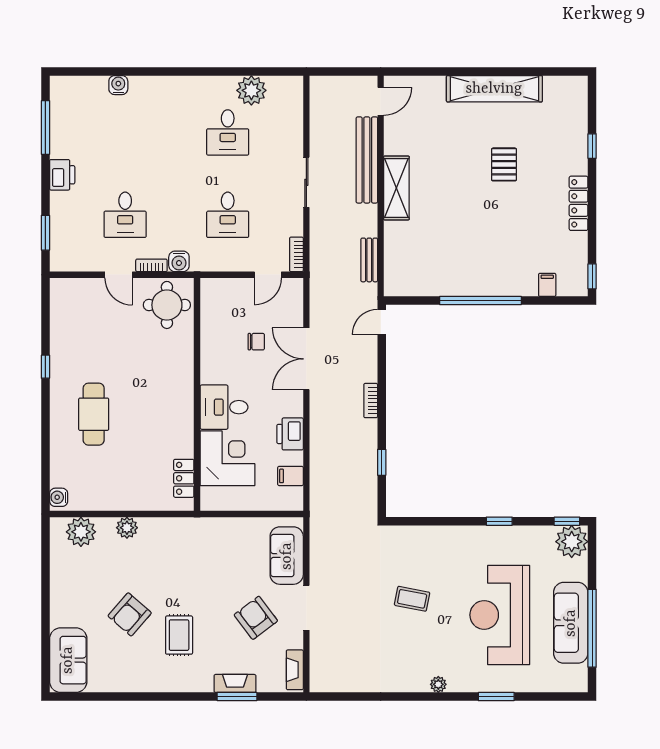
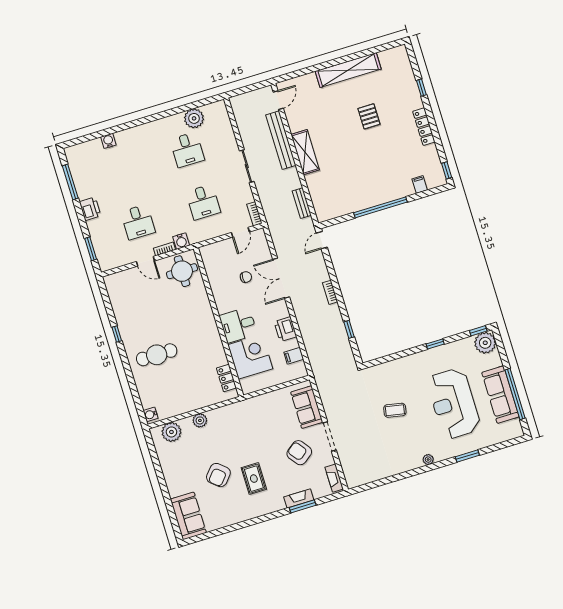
cafe table: (94, 414) -> (157, 355), turned 90

